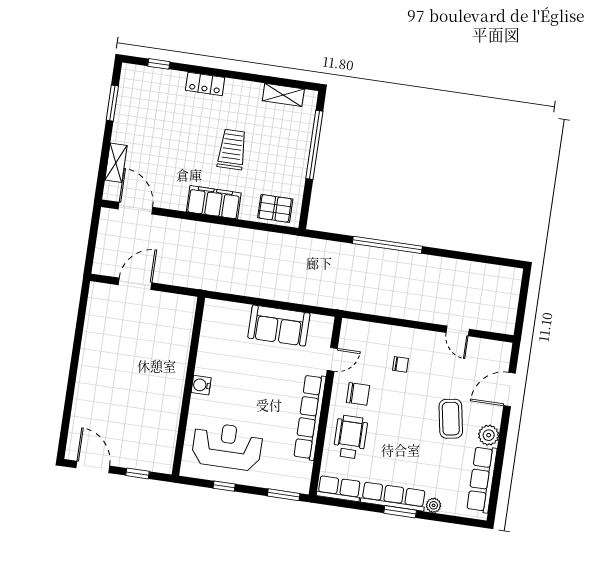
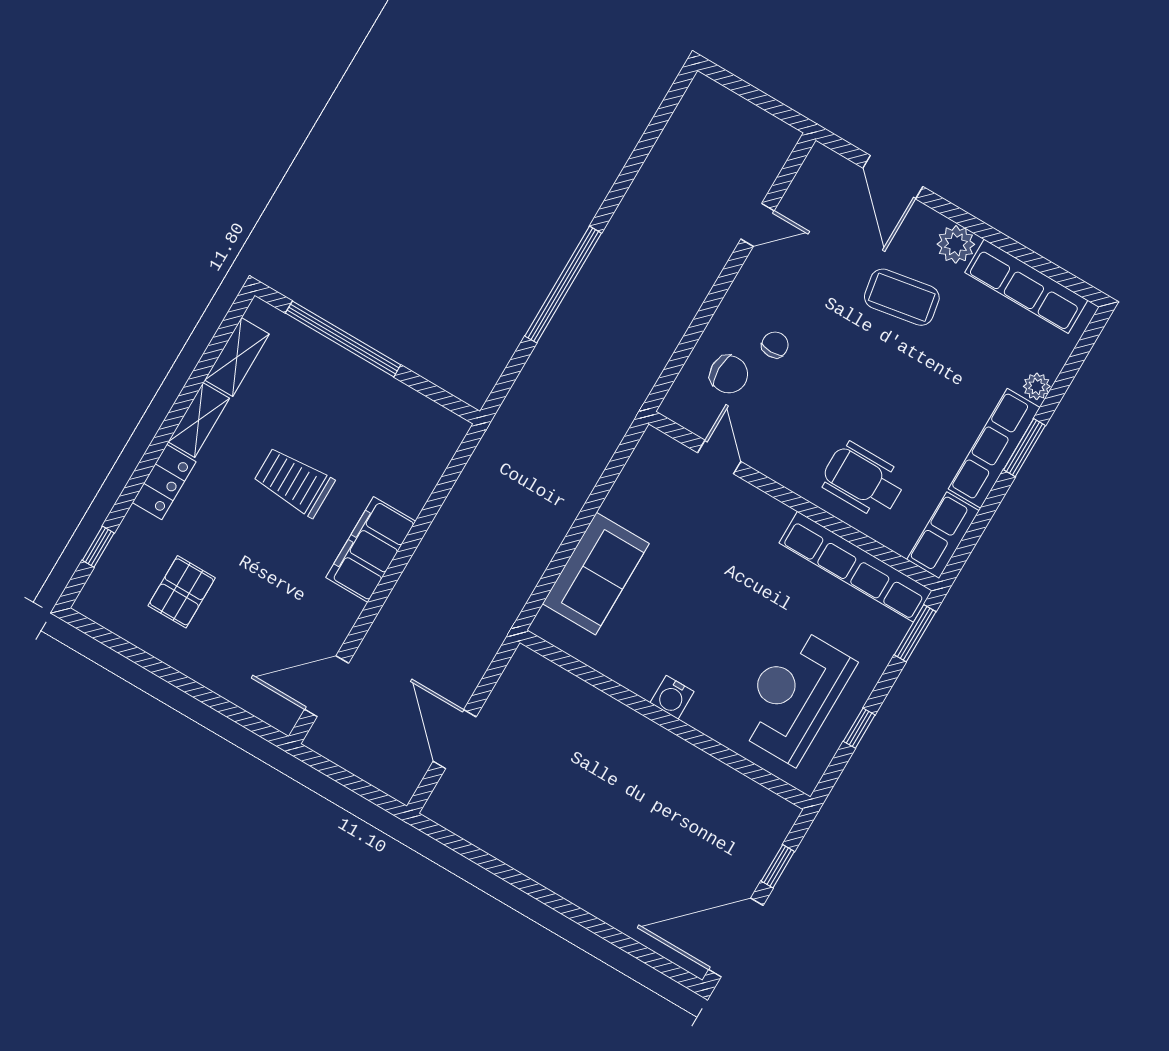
window: (112, 103) -> (132, 653), removed
shelving: (116, 163) -> (199, 420), moved, turned 90
pallet: (275, 208) -> (182, 592), moved
sofa: (279, 326) -> (596, 574), moved
chair: (358, 394) -> (729, 374), moved, turned 90
row of seats: (310, 417) -> (856, 567), moved
door: (93, 467) -> (736, 937), width x1.36

